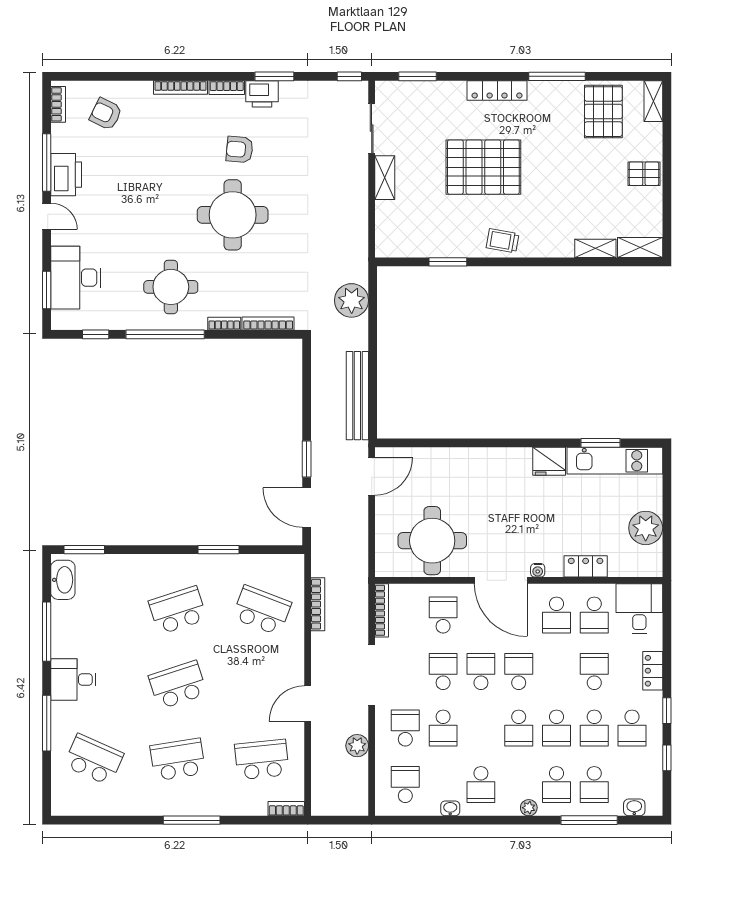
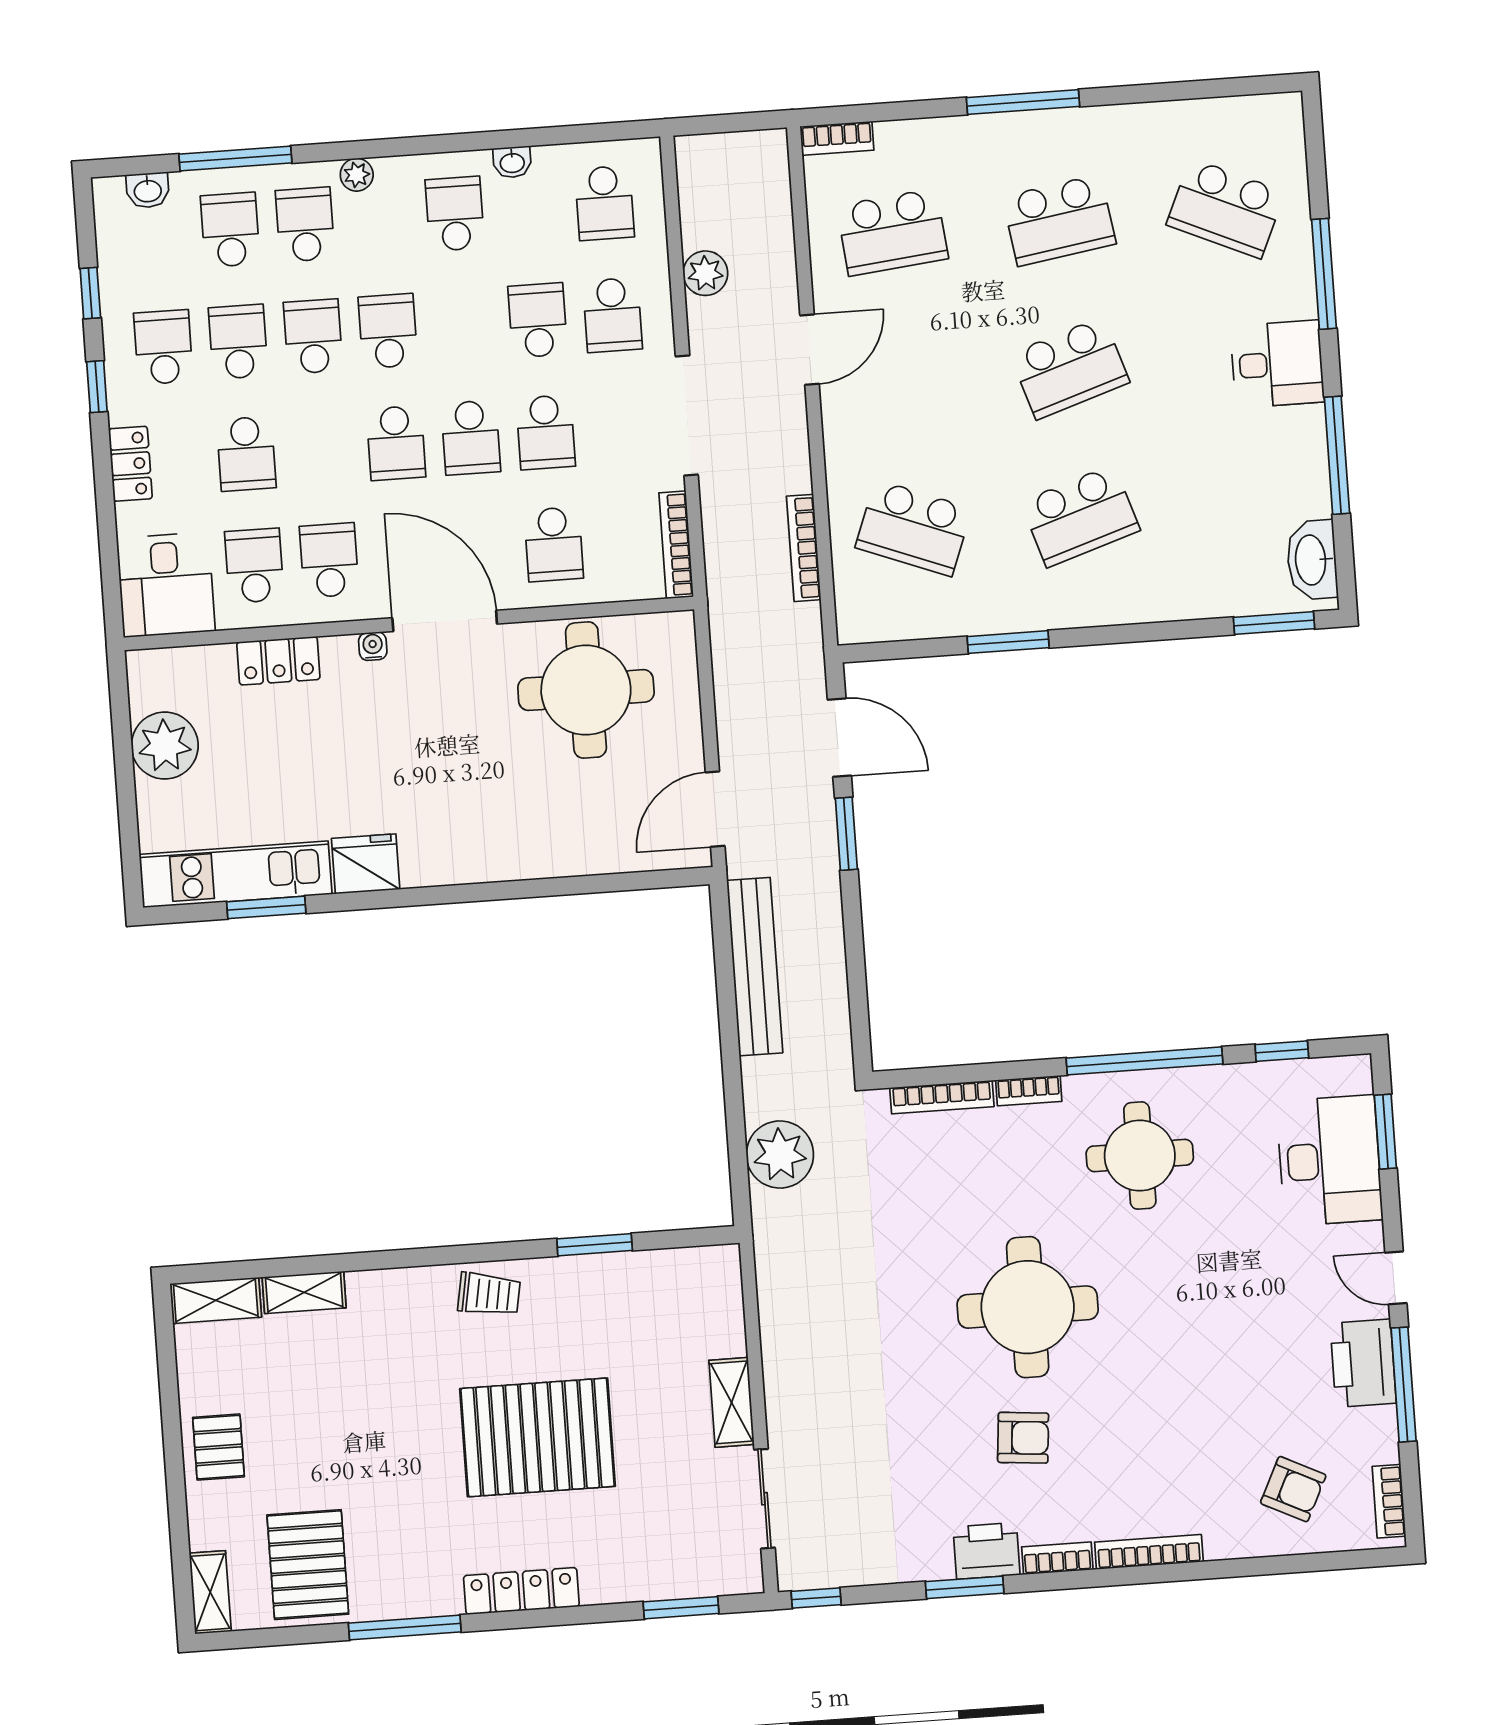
pallet: (644, 174) -> (219, 1447), turned 90

